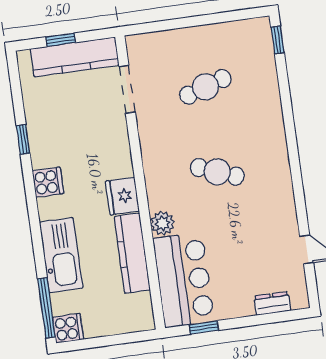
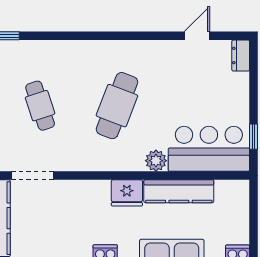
cafe table: (217, 172) -> (117, 106), width x1.37, depth x1.35
dresser: (272, 303) -> (241, 56), moved

